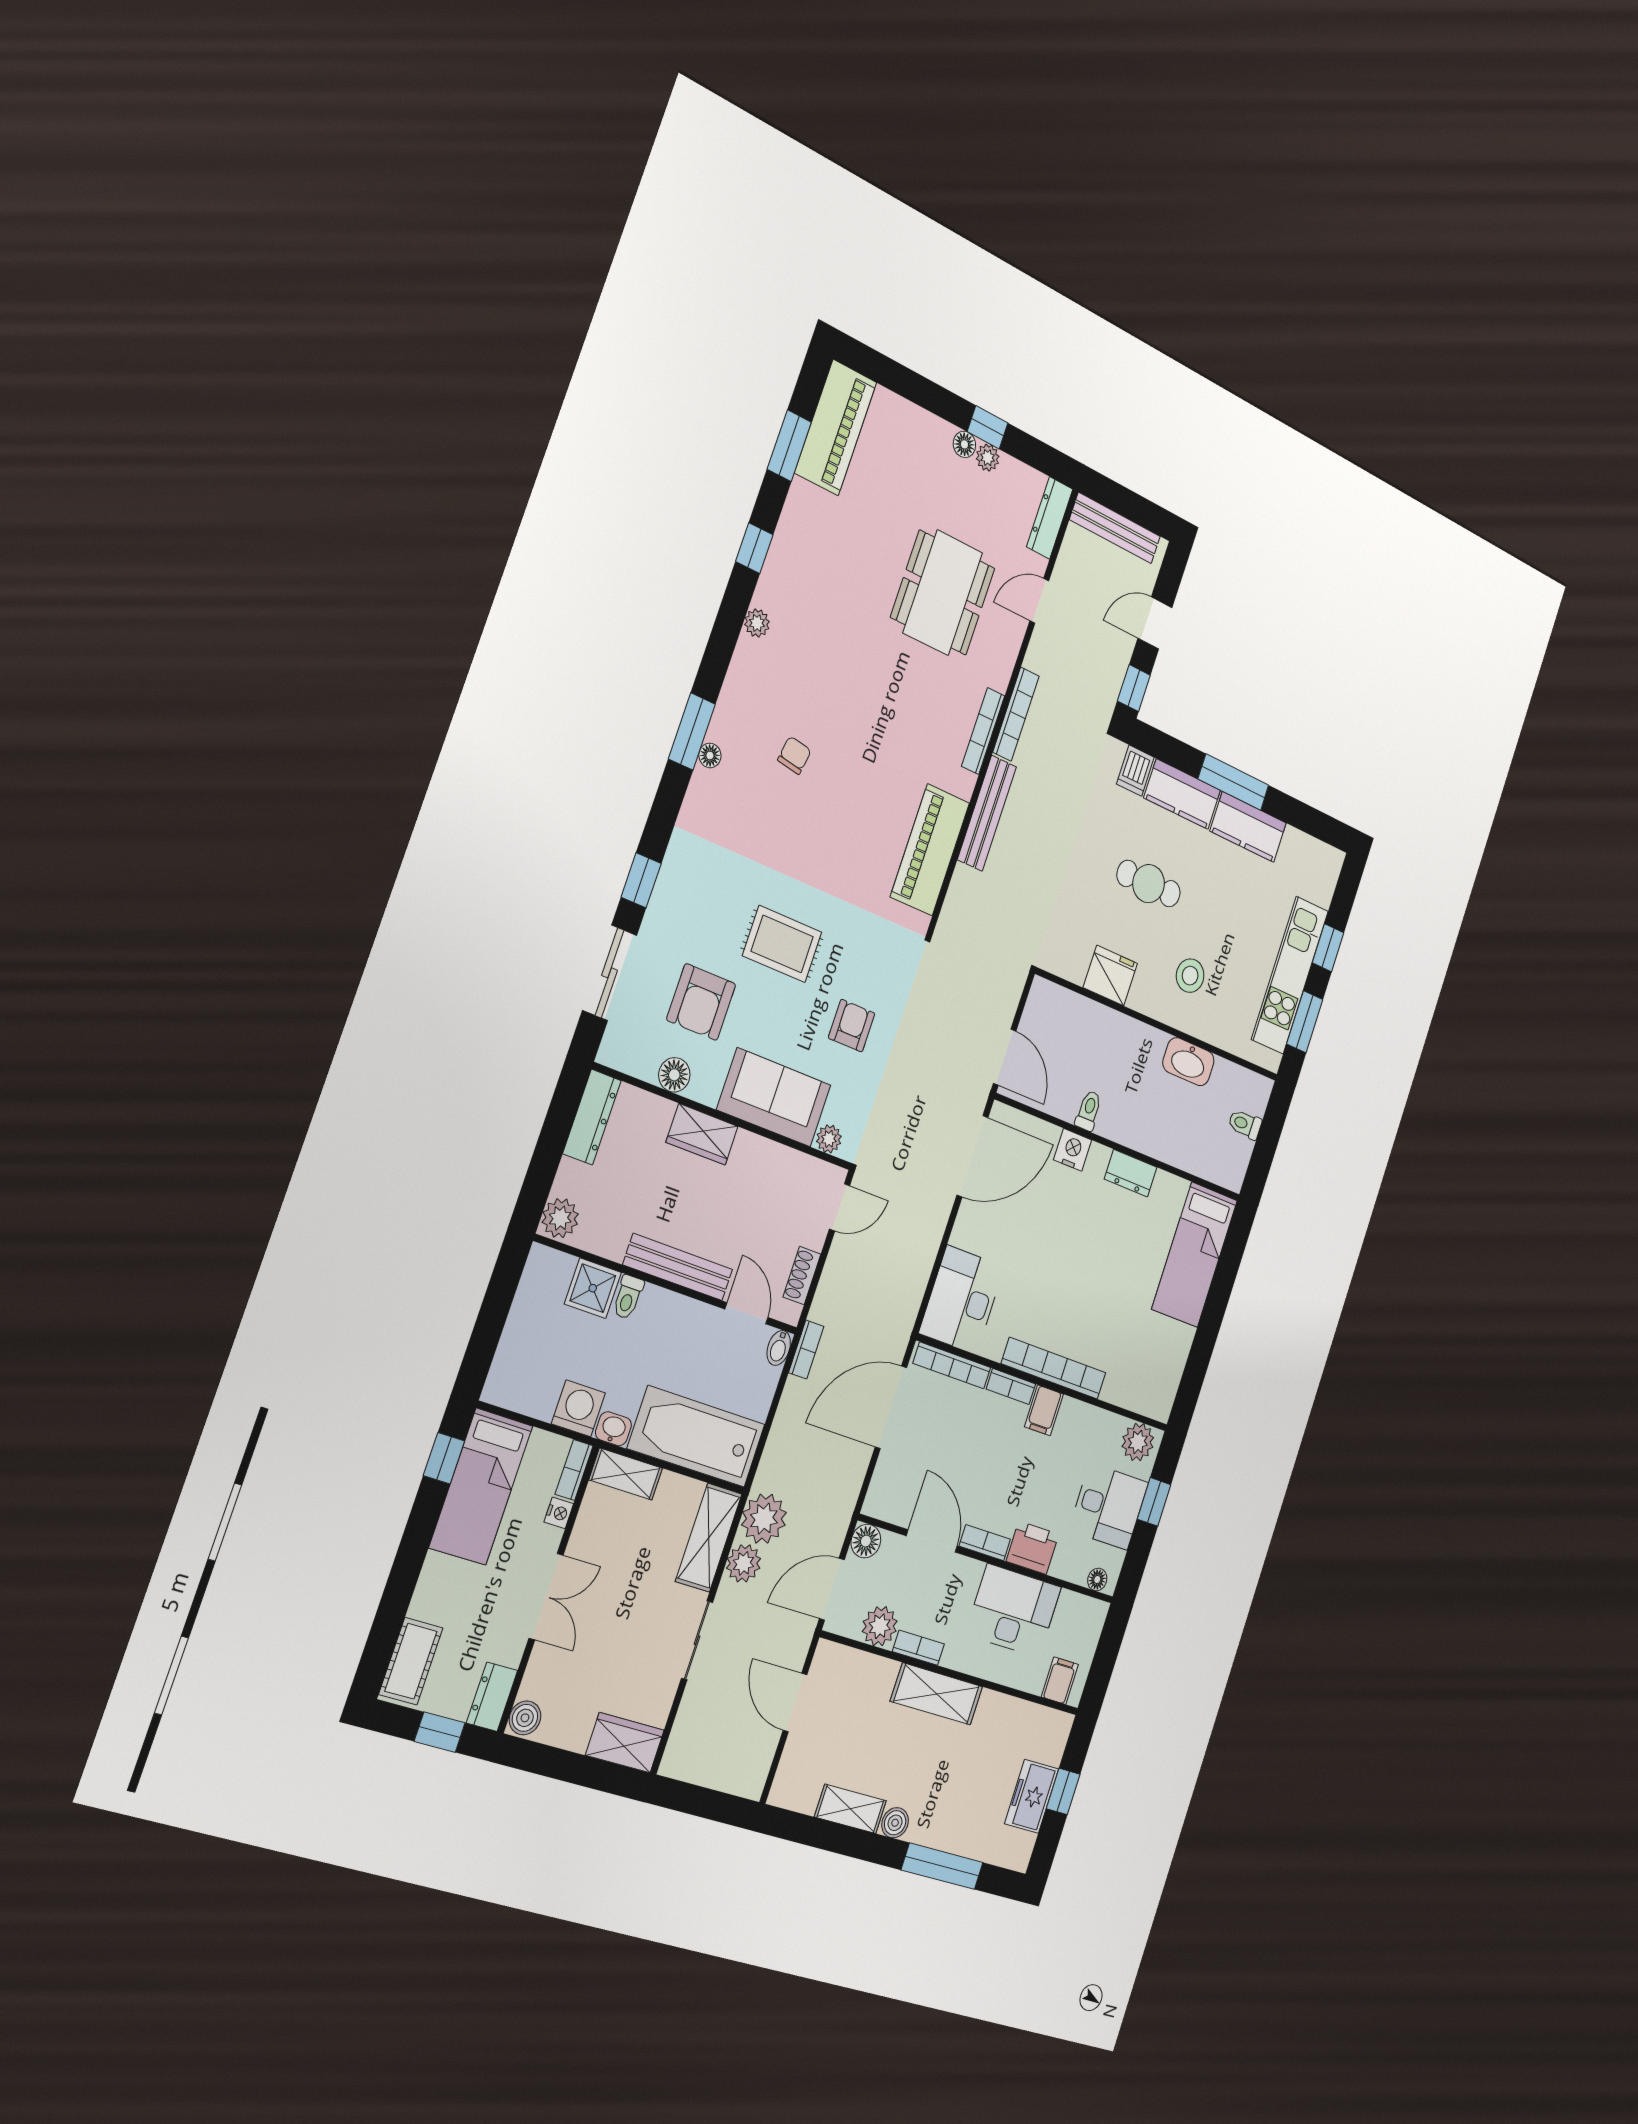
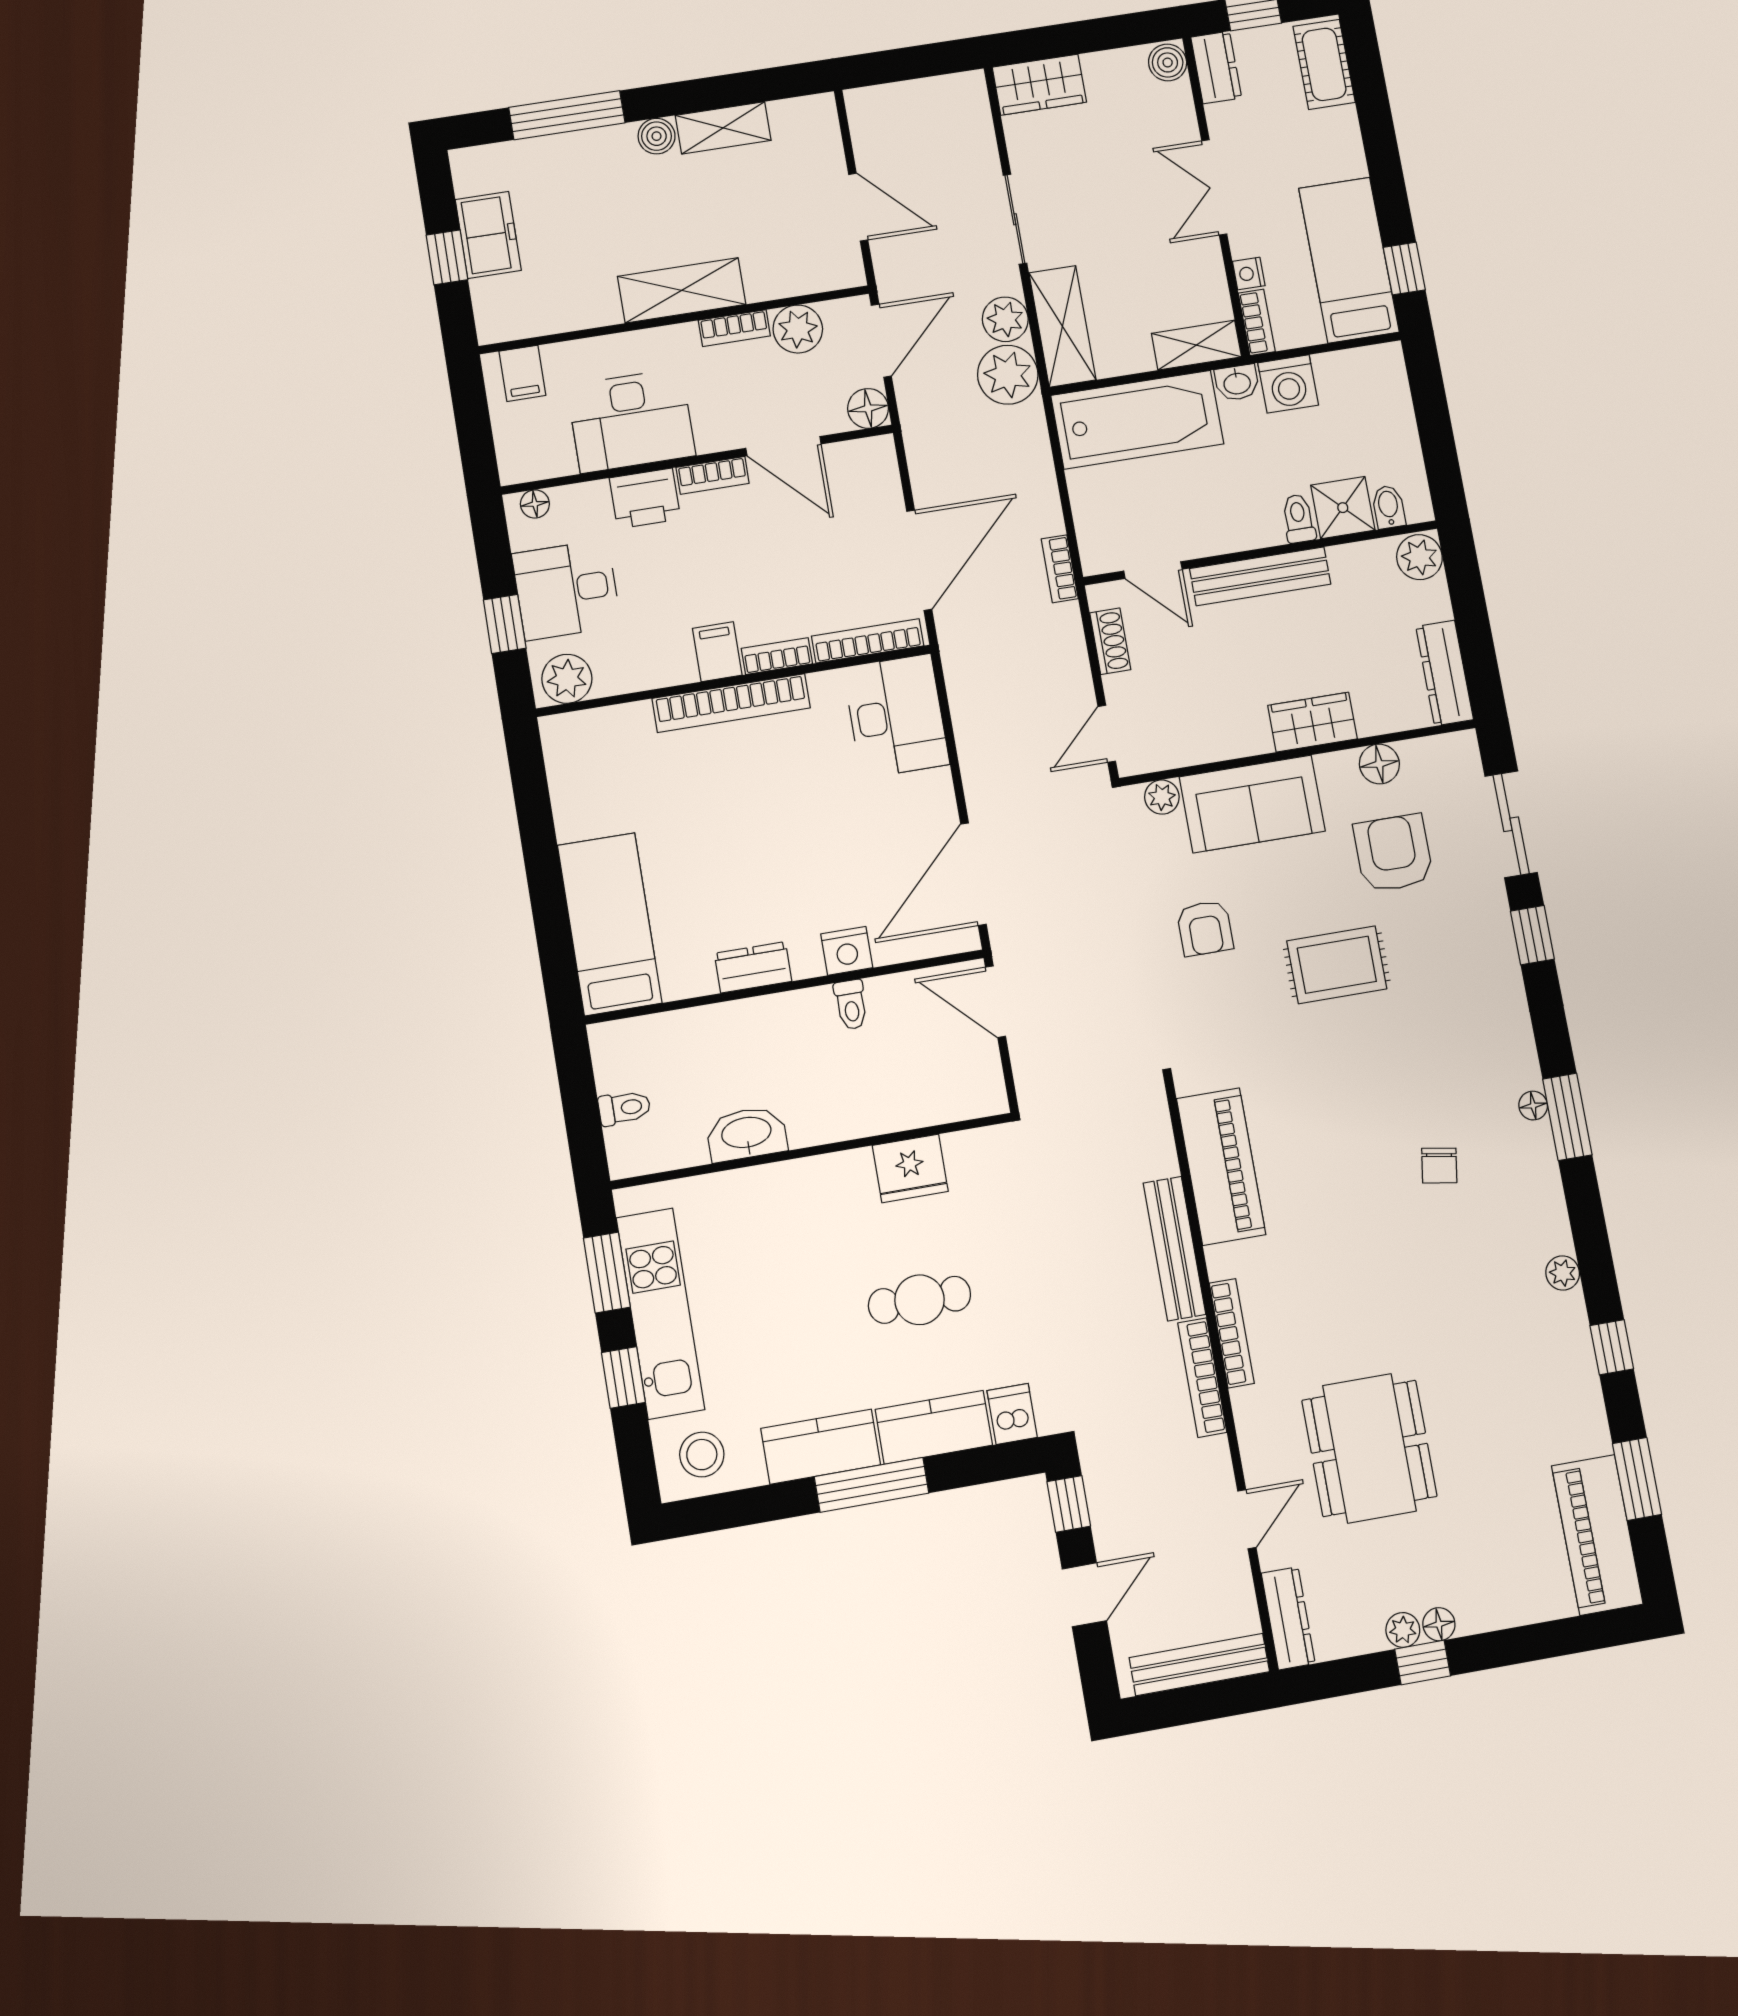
stool: (1190, 976) -> (702, 1455), moved
bidet: (779, 1348) -> (1389, 507), moved

